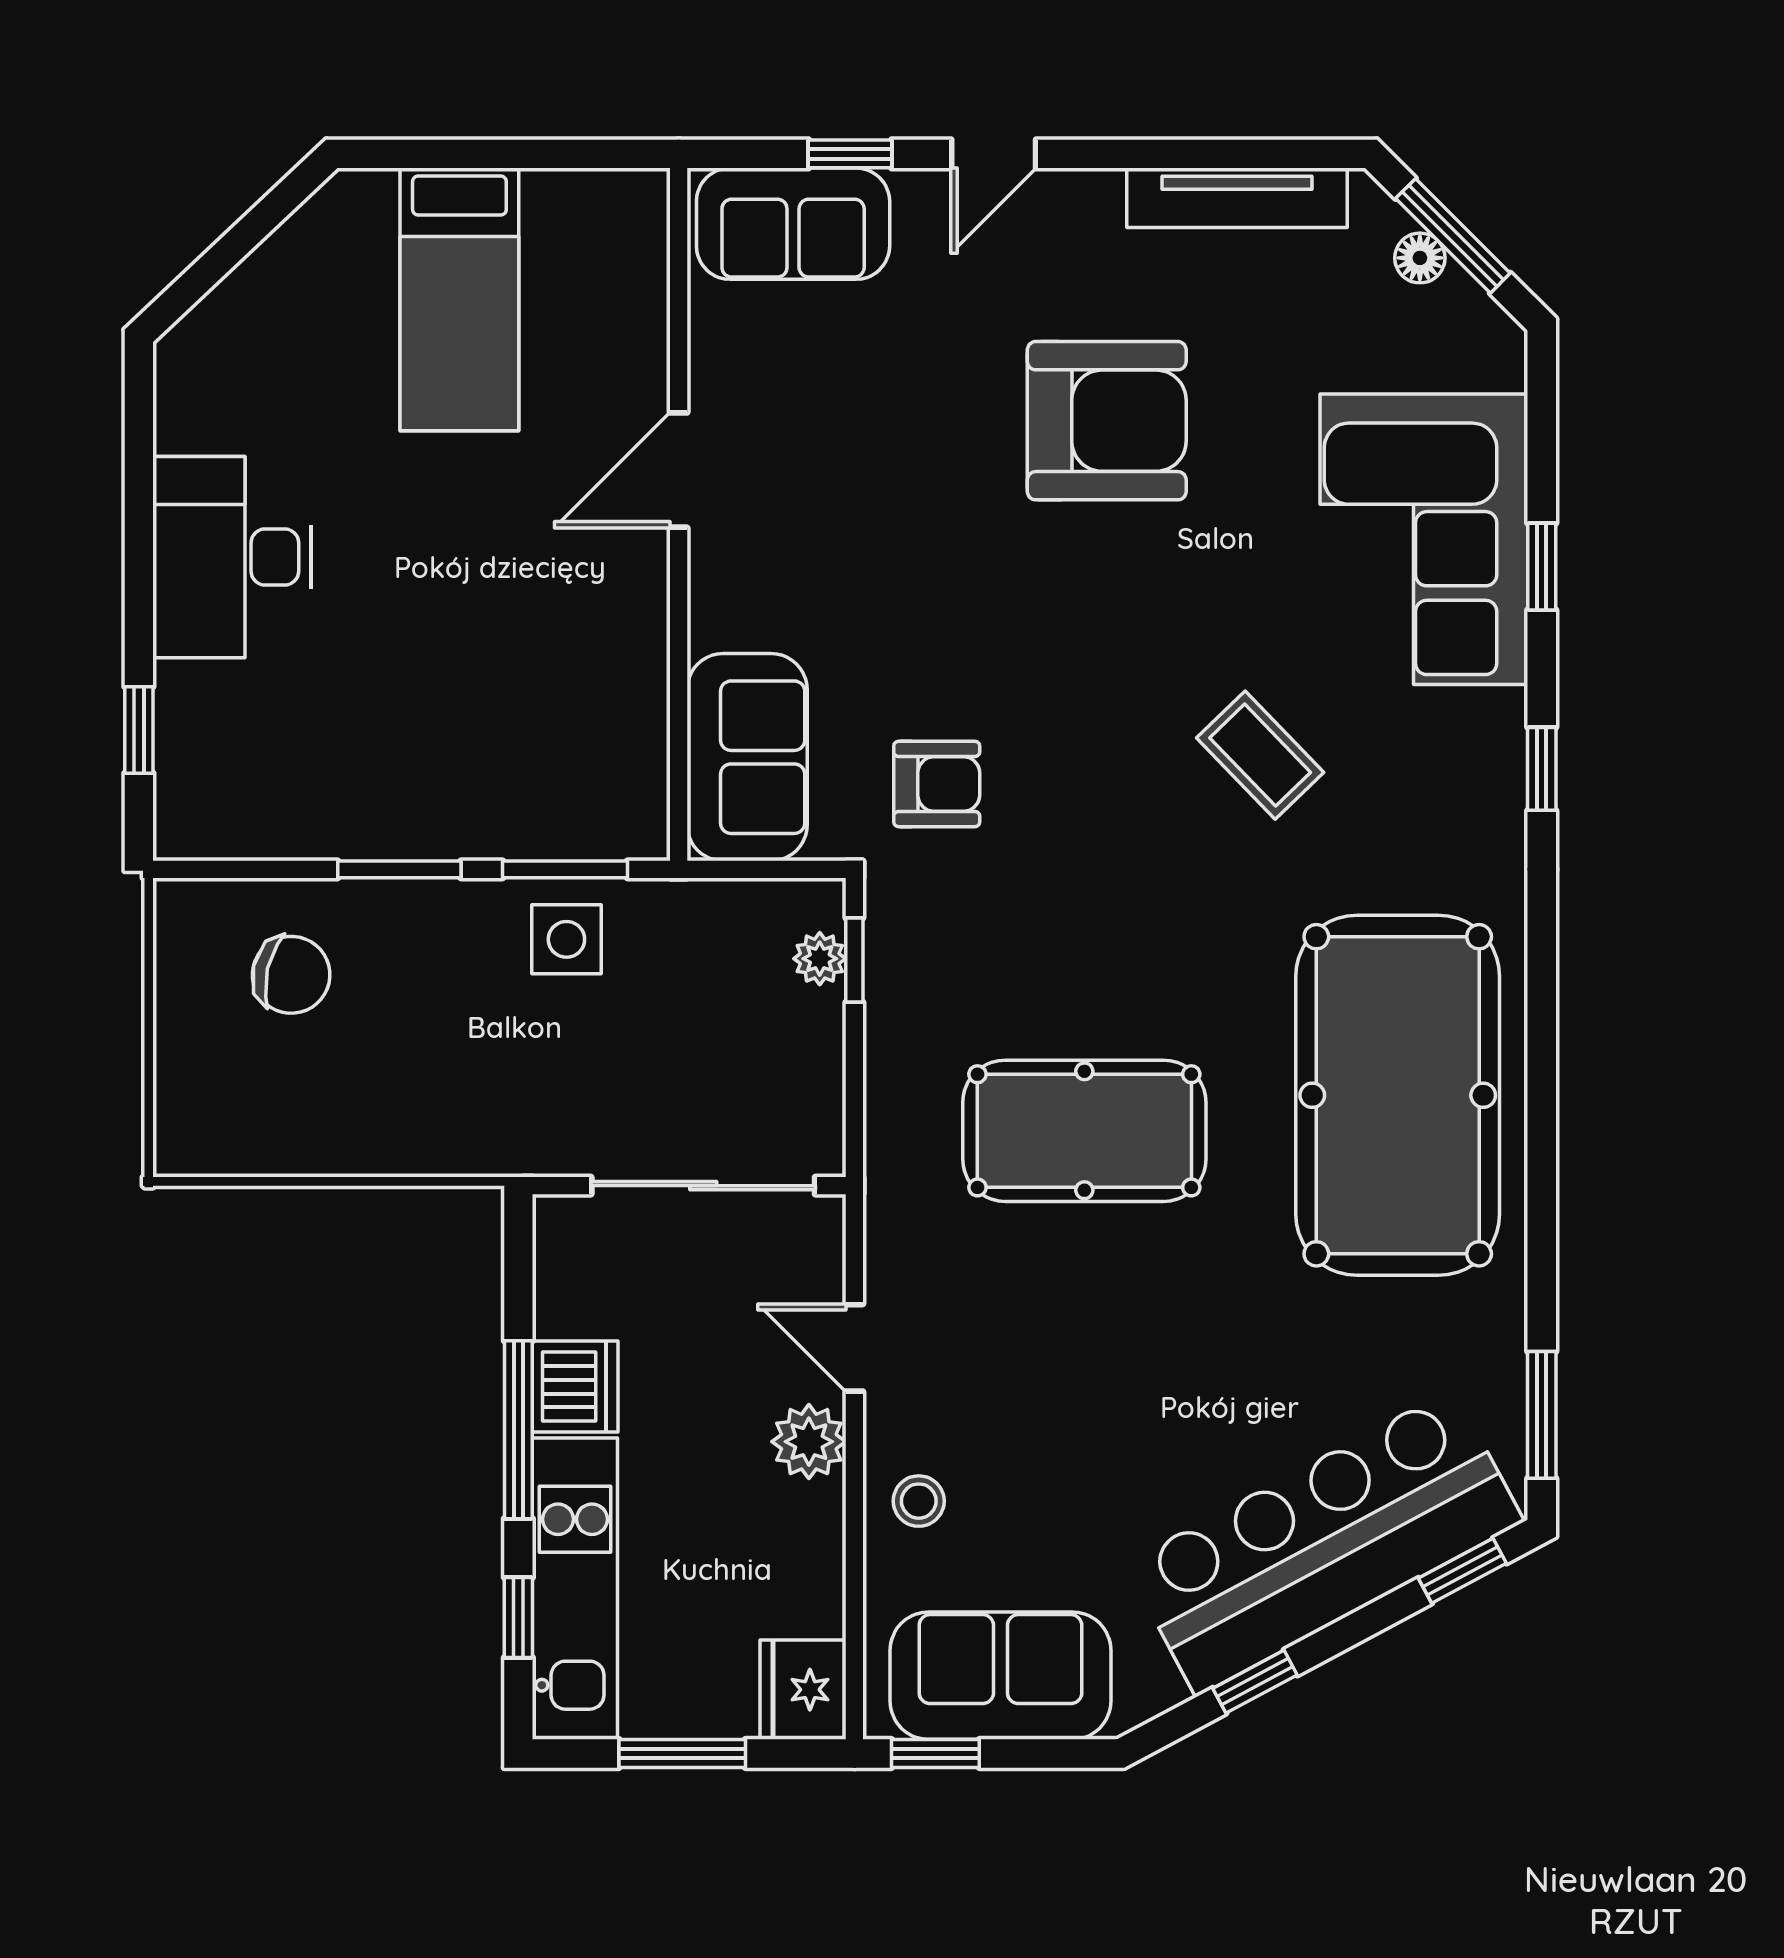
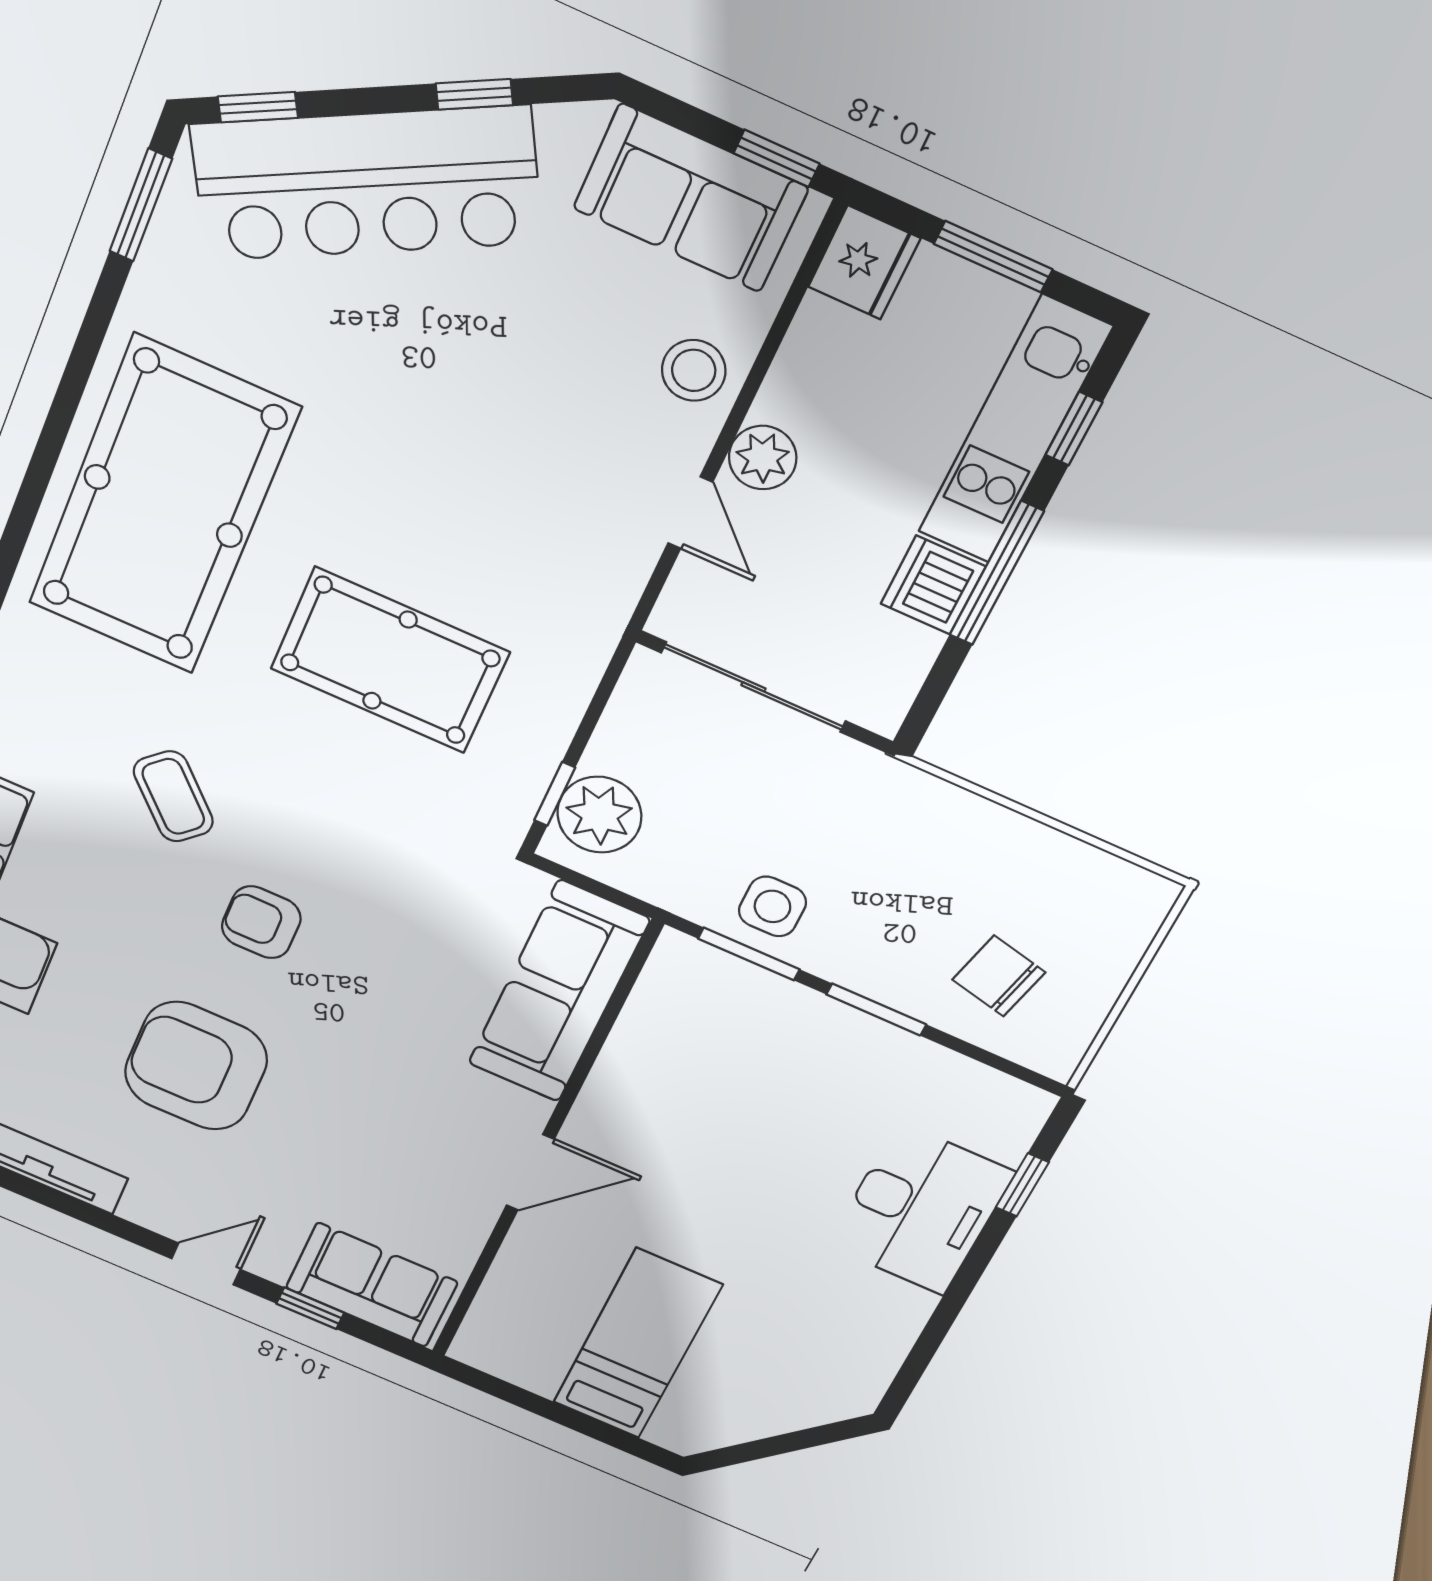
desk: (232, 557) -> (921, 1209), moved
sofa: (747, 757) -> (559, 992), width x1.36
armchair: (937, 784) -> (261, 922), moved
plant: (820, 959) -> (599, 815), width x1.87, depth x1.87
pool table: (1084, 1131) -> (390, 660), moved
stool: (919, 1501) -> (694, 370), width x1.37, depth x1.37

